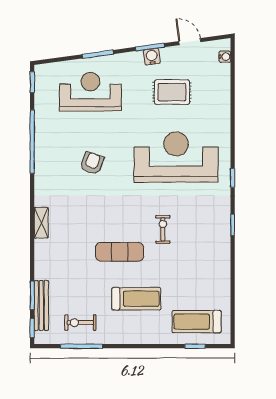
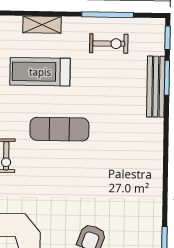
shelving: (41, 223) -> (42, 25), moved, turned 90
bench: (41, 306) -> (156, 87), moved

